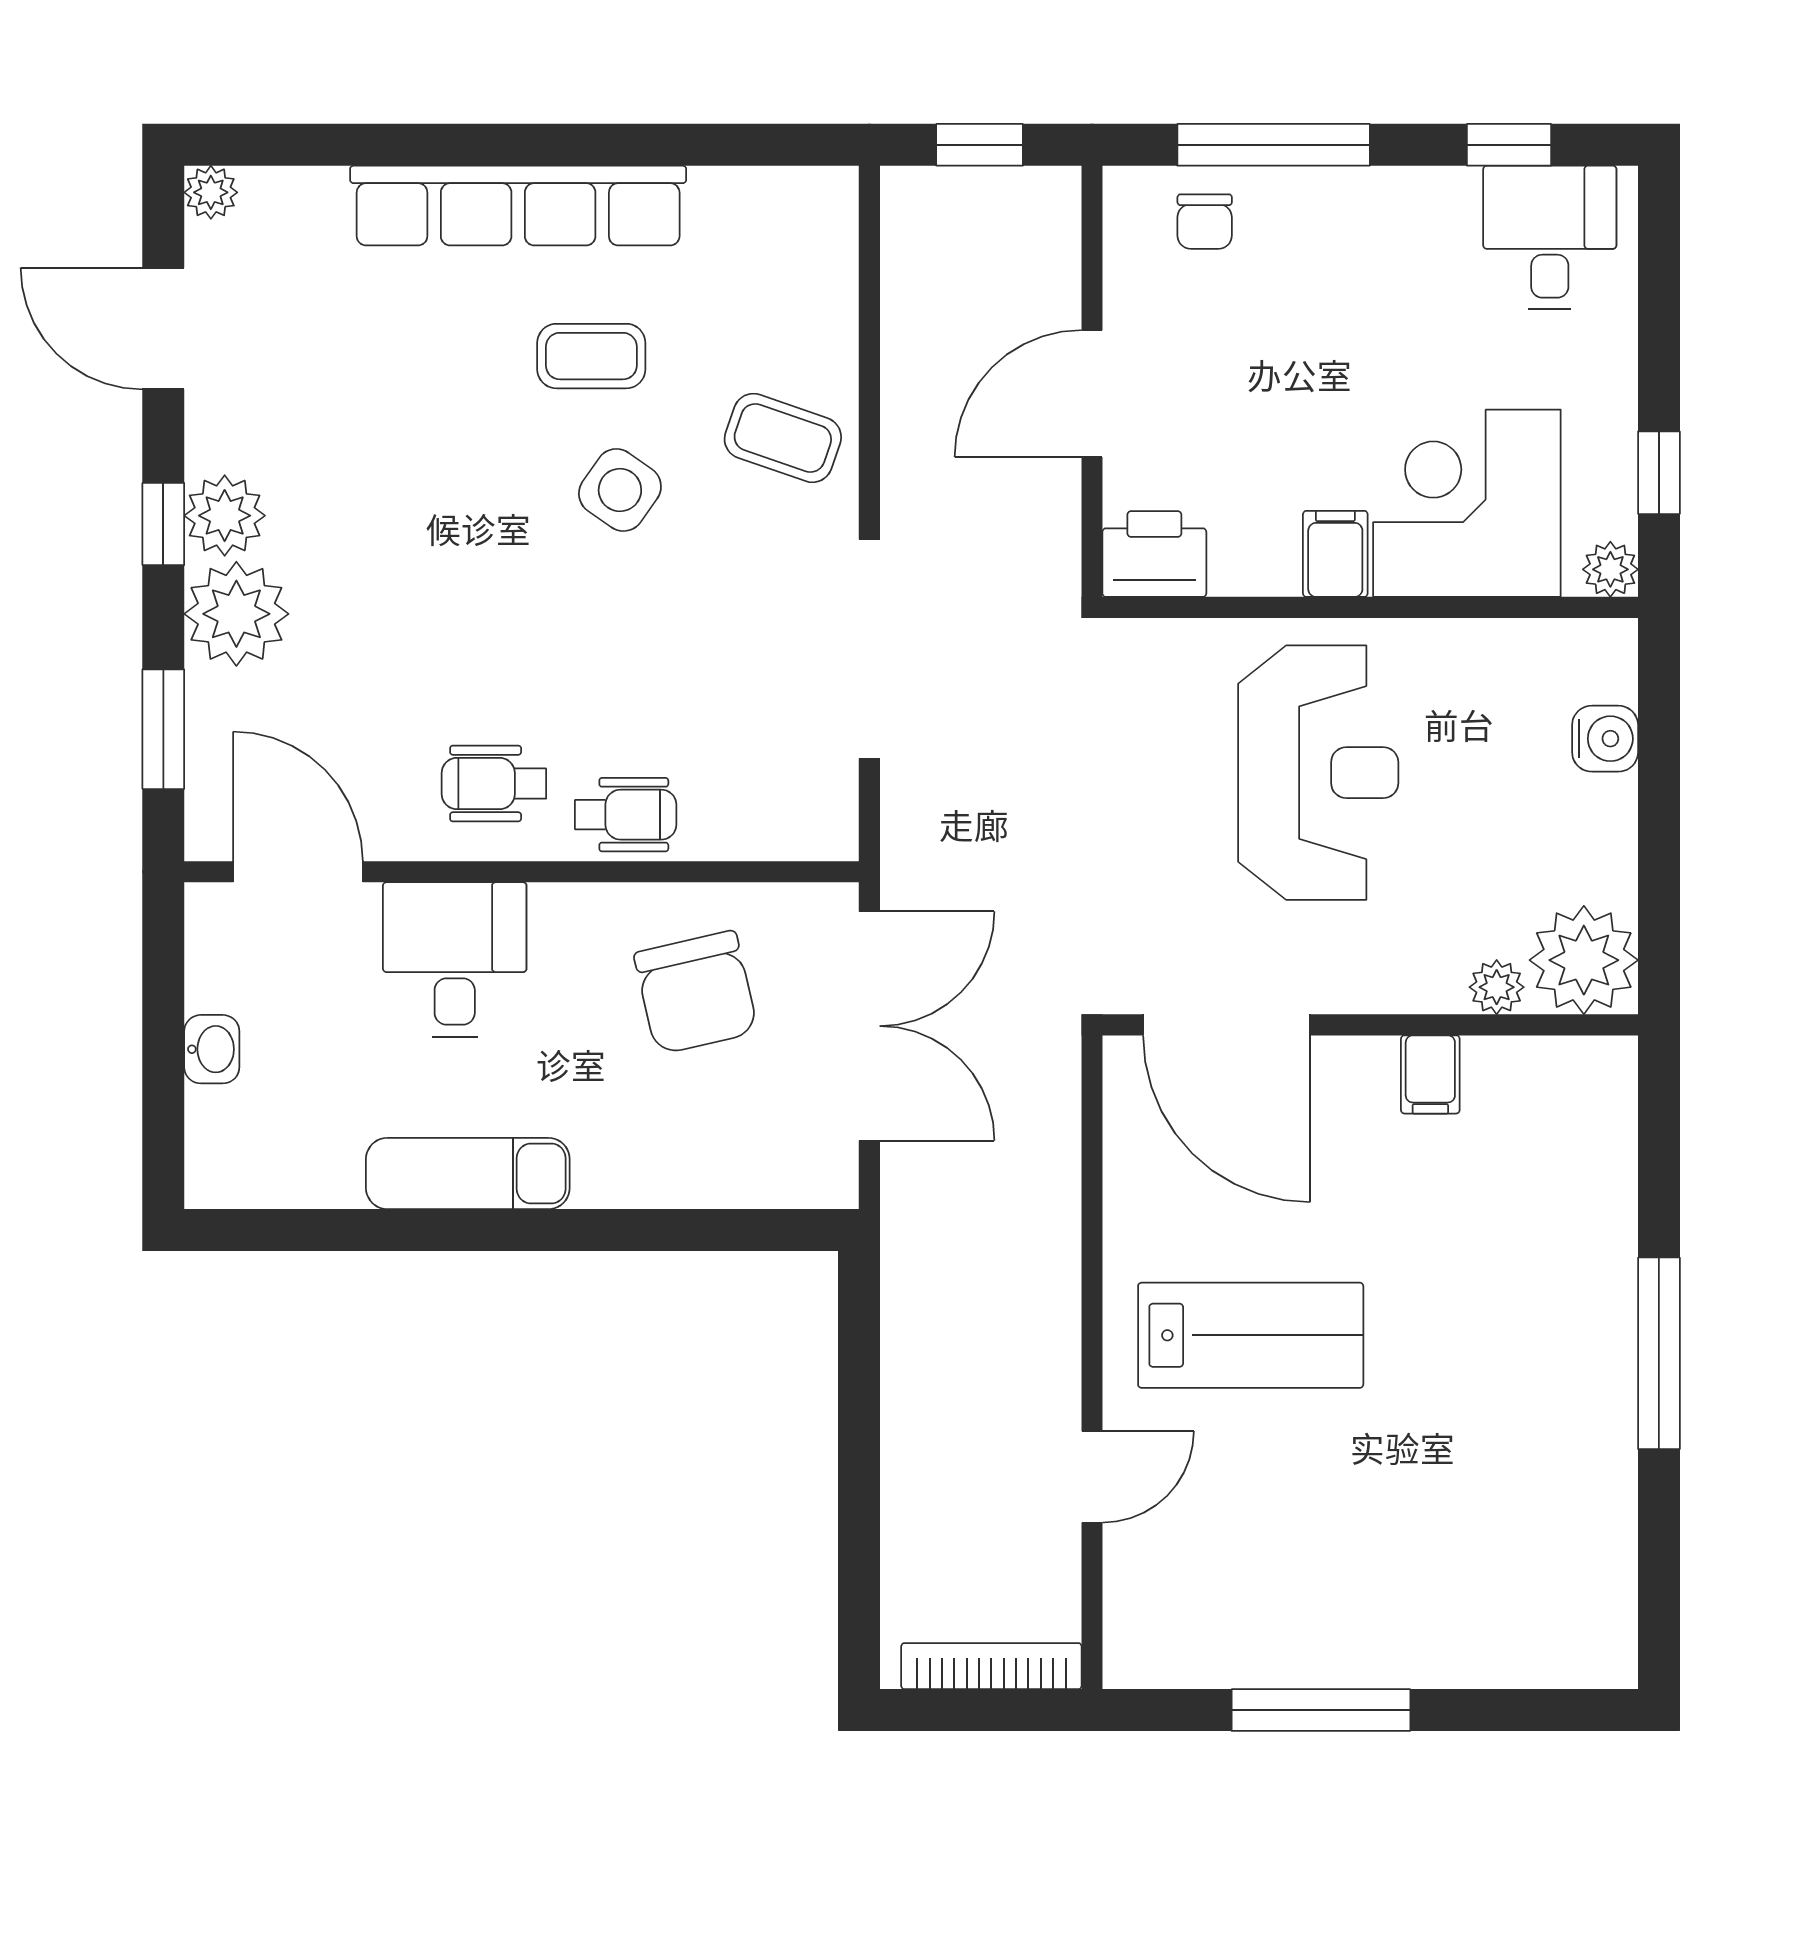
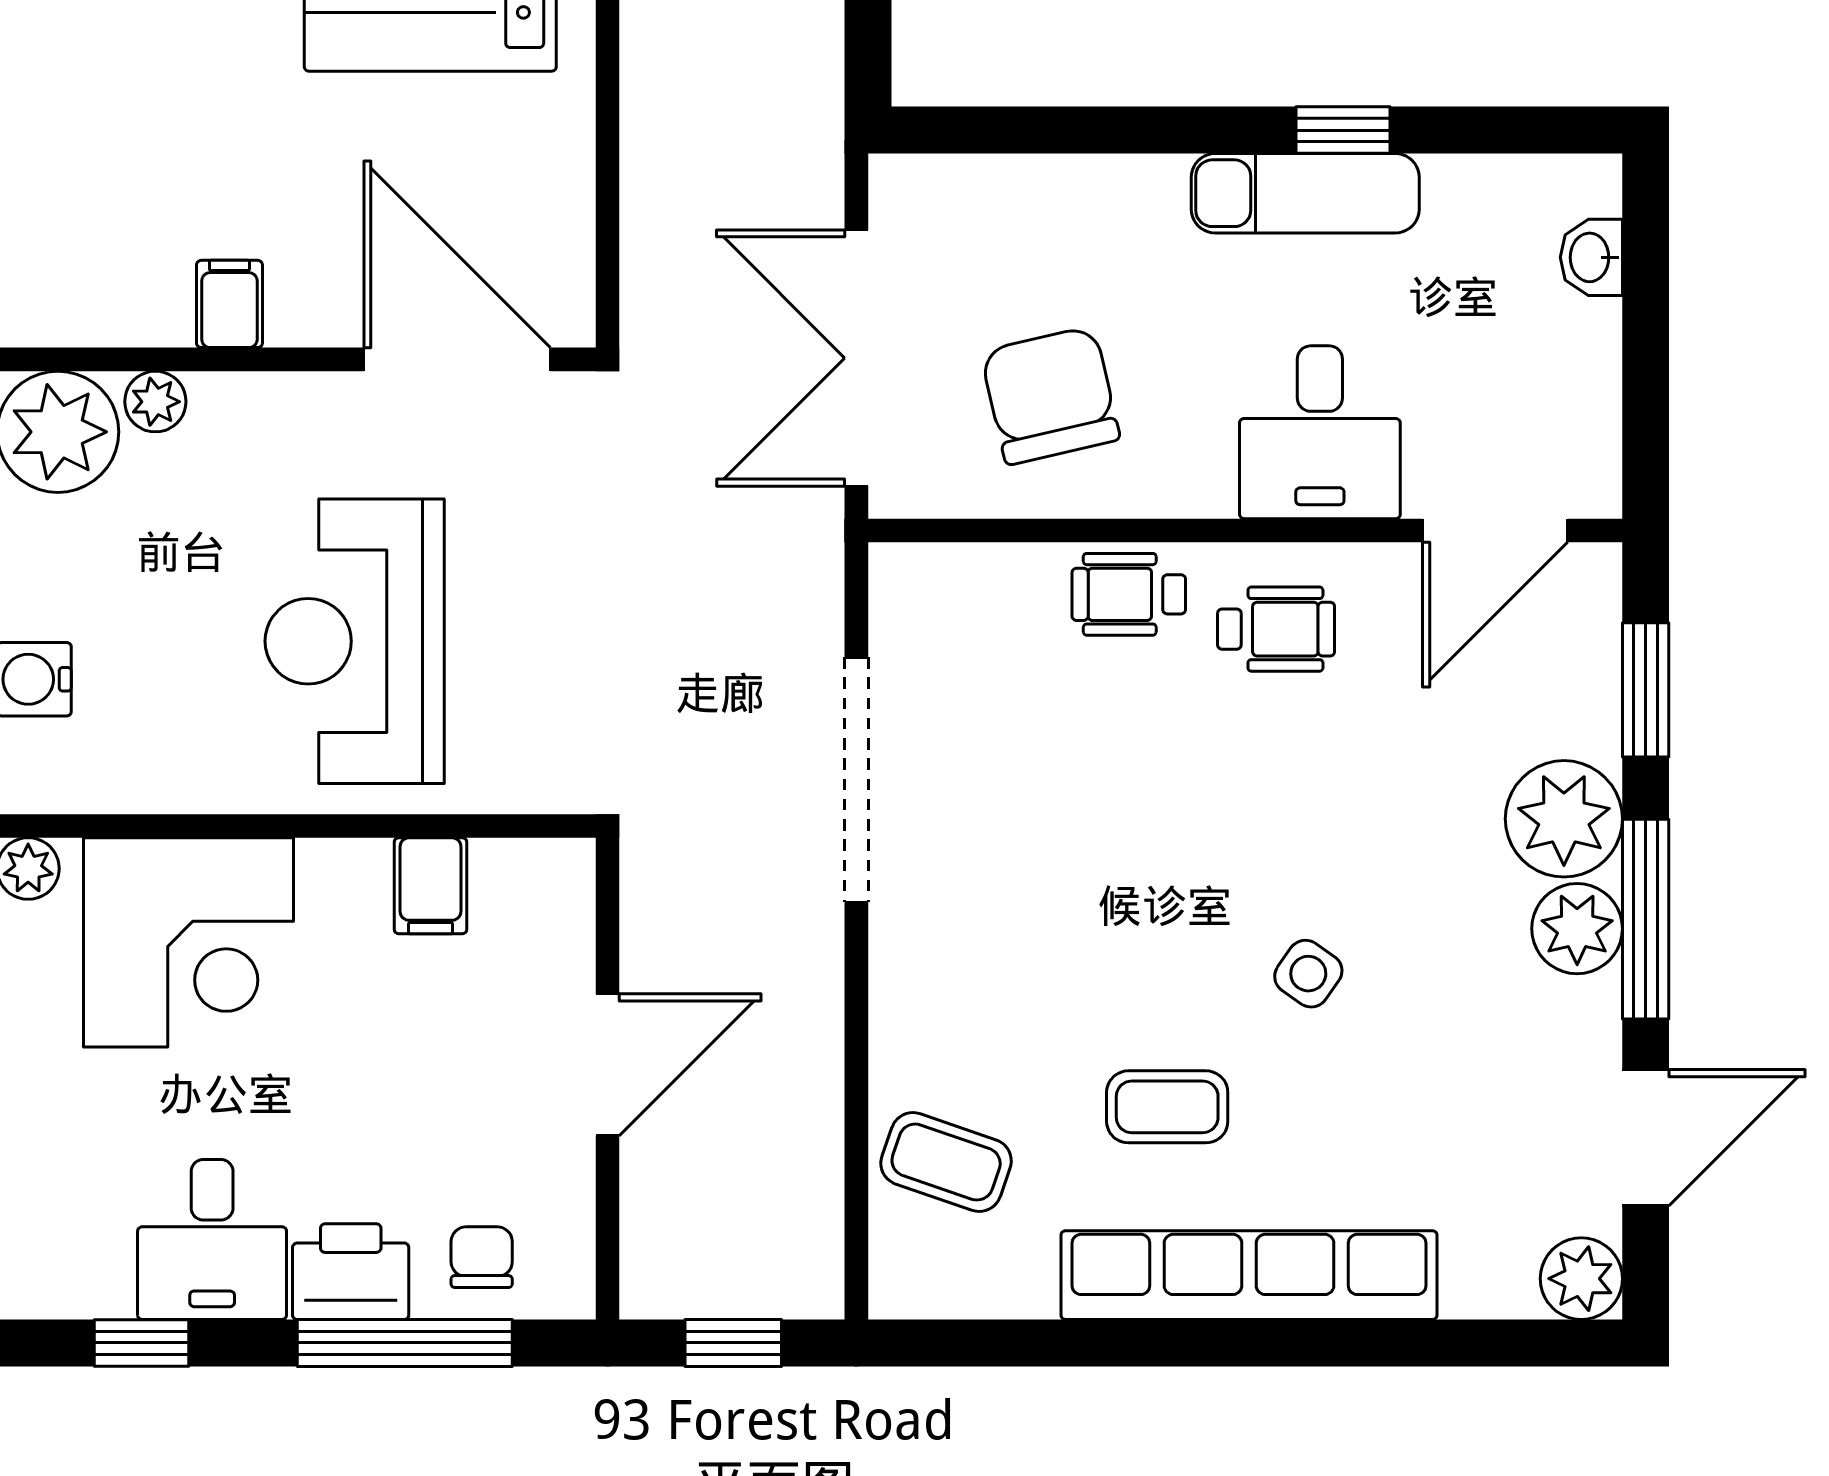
plant: (211, 192) -> (1581, 1279), width x1.38, depth x1.38
desk: (1550, 237) -> (212, 1239), moved
door: (163, 328) -> (1646, 1138), hinge flipped
coffee table: (783, 438) -> (946, 1162), moved
side table: (620, 490) -> (1308, 974), moved, width x0.73, depth x0.73
window: (163, 524) -> (1646, 919), width x2.17
printer: (1154, 554) -> (351, 1272), moved, turned 180
filing cabinet: (1335, 554) -> (430, 886), moved
door: (298, 872) -> (1495, 530), hinge flipped
washbasin: (212, 1049) -> (1591, 257), moved
window: (434, 1230) -> (1343, 130), added

